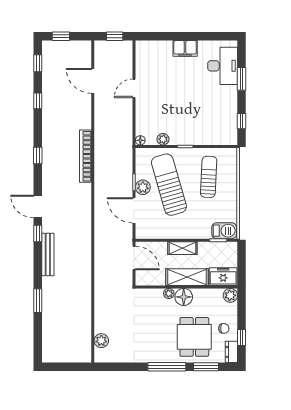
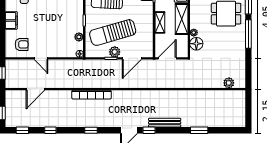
armchair: (153, 62) -> (22, 44), added
floor lamp: (184, 297) -> (196, 44), moved

